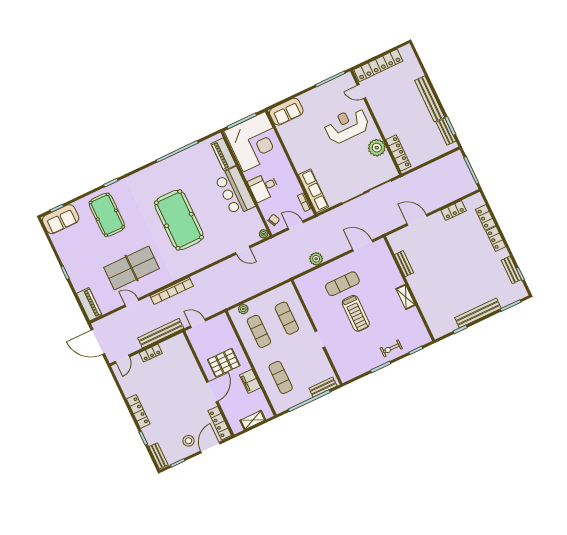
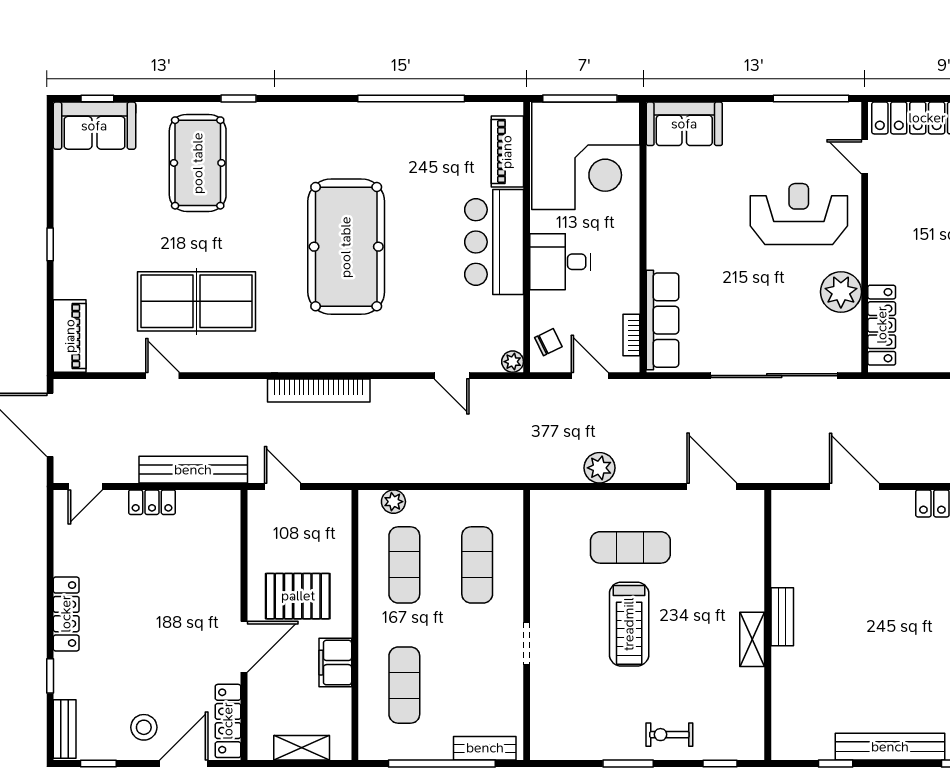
bench: (404, 264) -> (782, 617), moved
bookcase: (172, 291) -> (319, 391), moved

